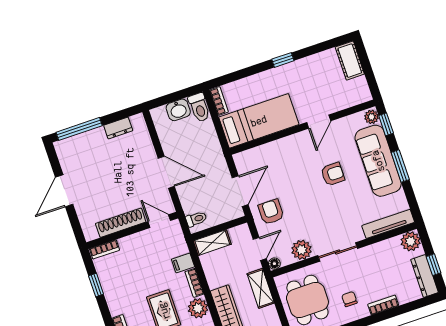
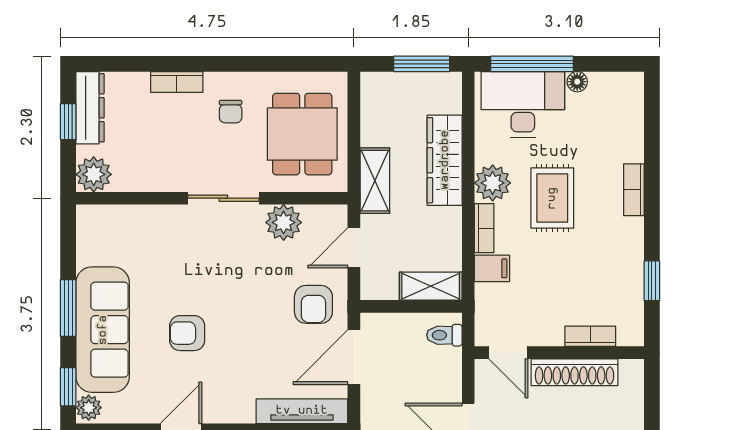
tv unit: (388, 224) -> (302, 411), moved, turned 180
bookcase: (104, 249) -> (590, 336), moved
floor lamp: (274, 264) -> (337, 215), removed

